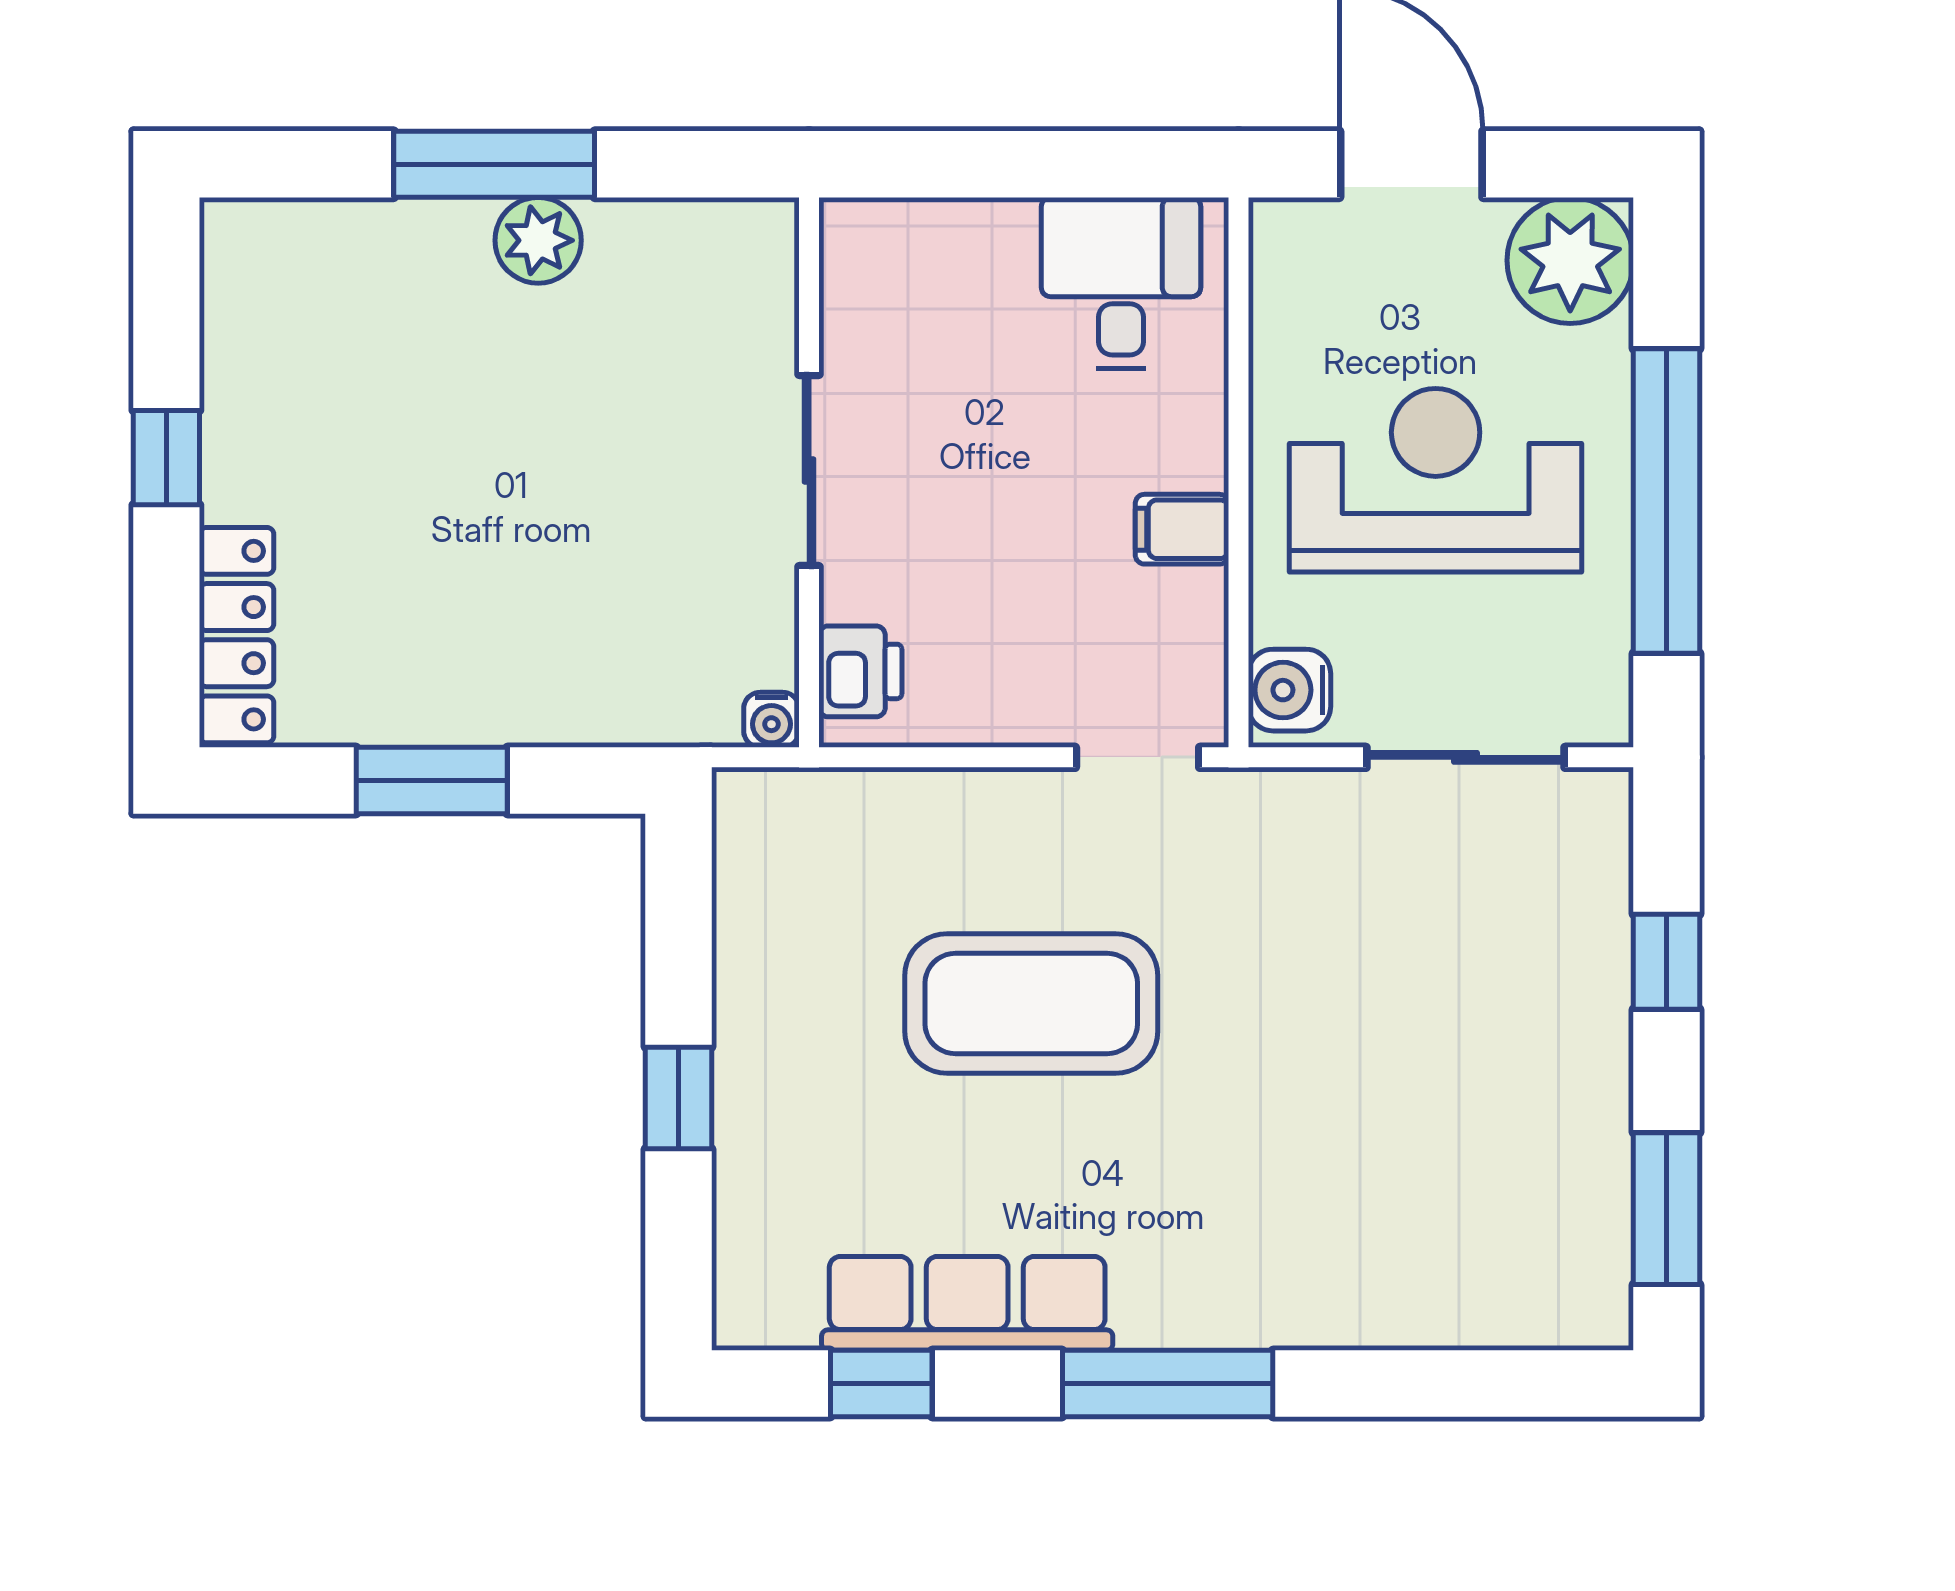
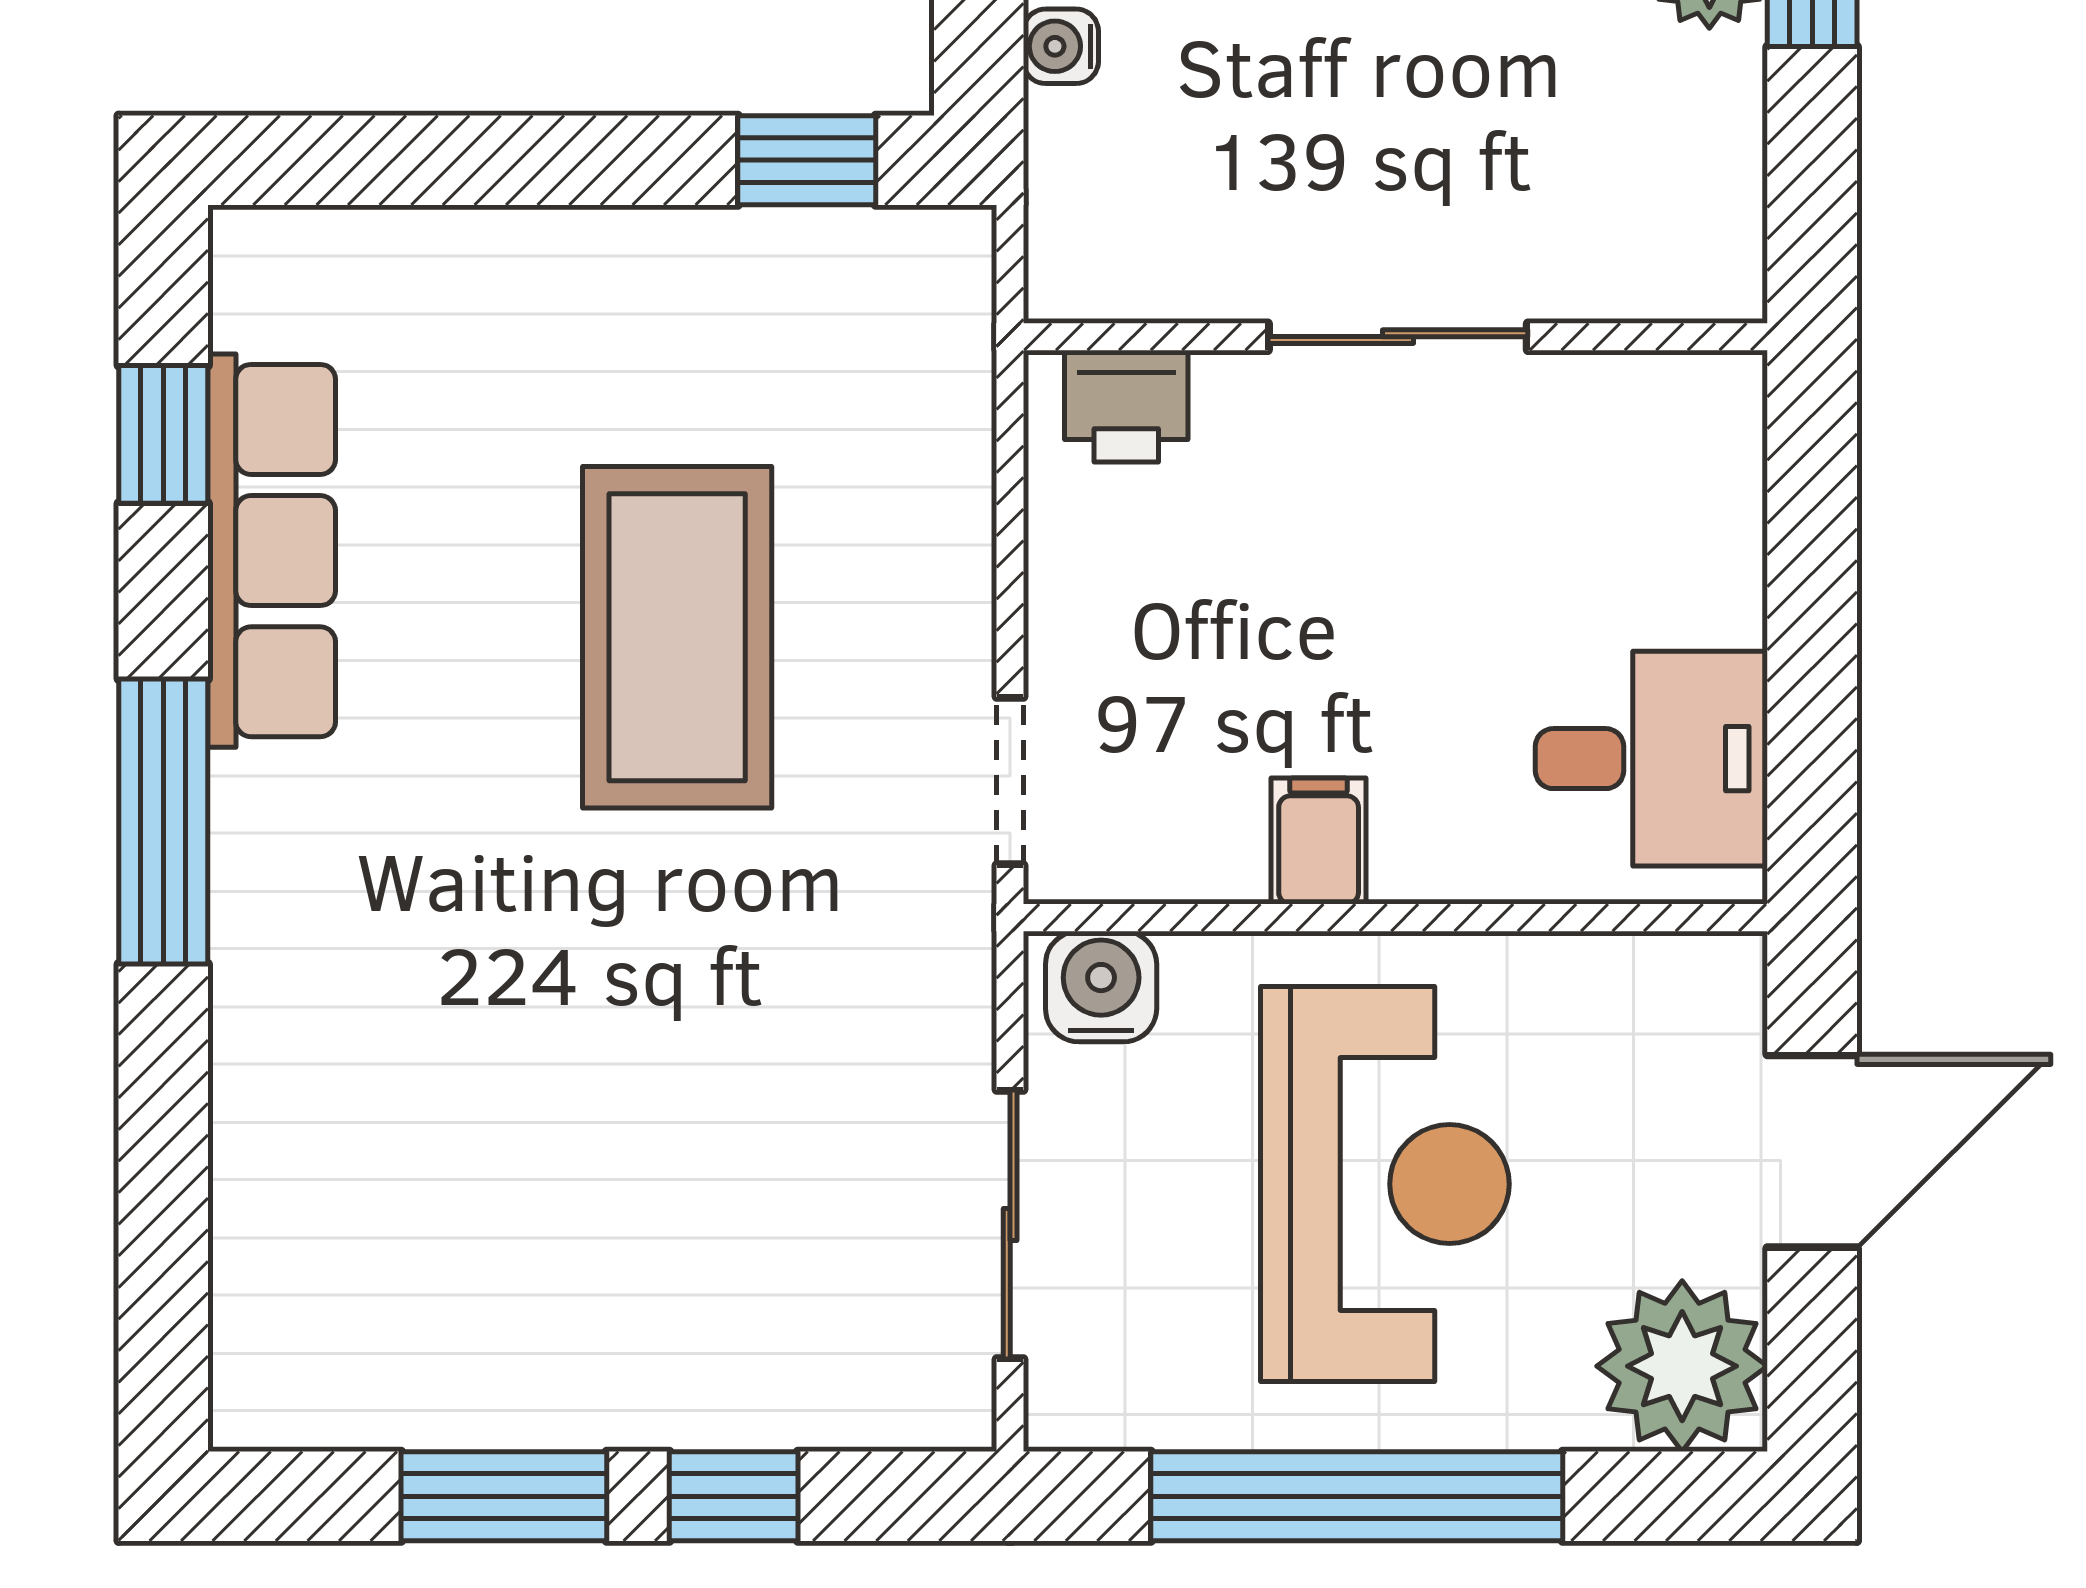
water cooler: (771, 720) -> (1061, 46), moved
window: (679, 1098) -> (807, 160), moved
window: (1666, 1209) -> (504, 1496), moved

